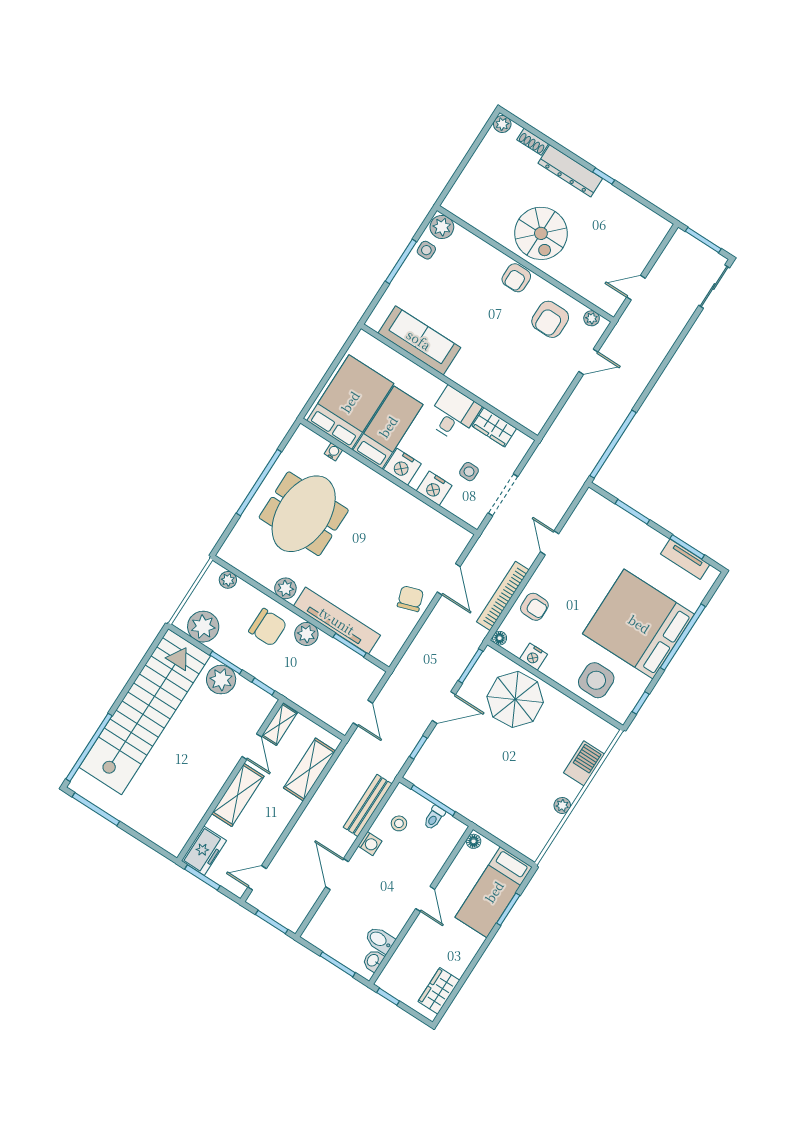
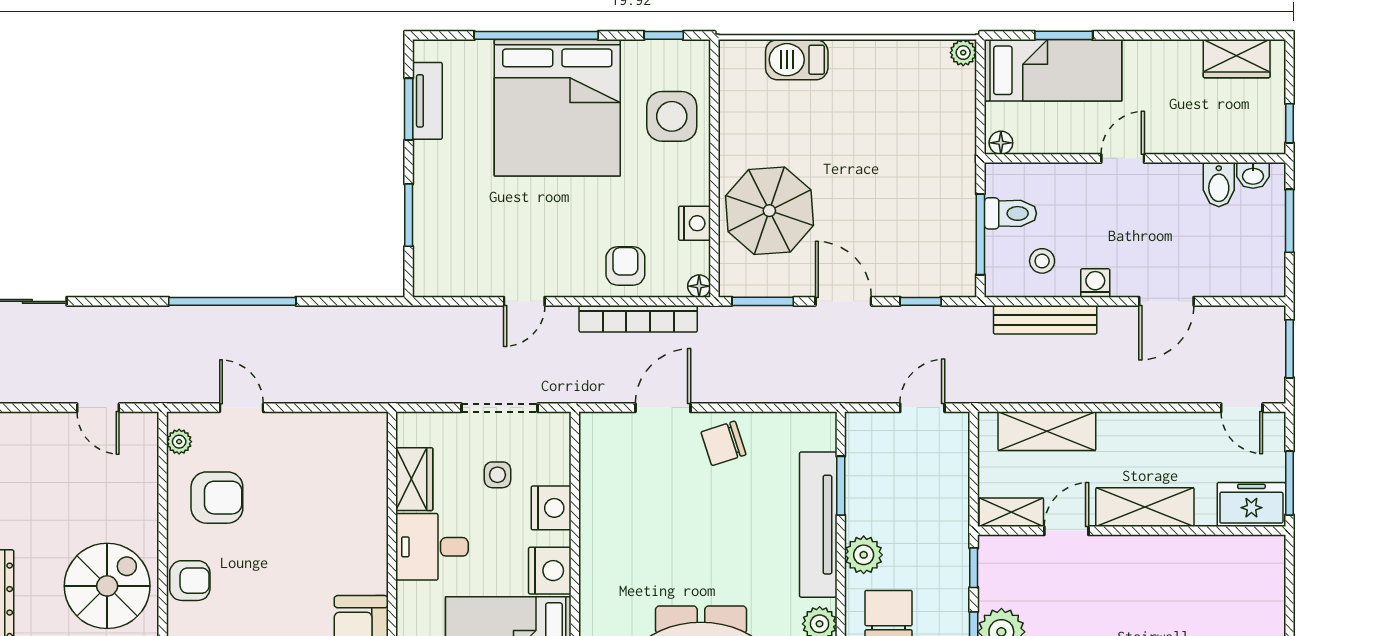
window: (613, 444) -> (232, 301), moved
plant: (562, 805) -> (963, 53), moved
toilet: (434, 818) -> (1010, 213), width x1.37, depth x1.39

